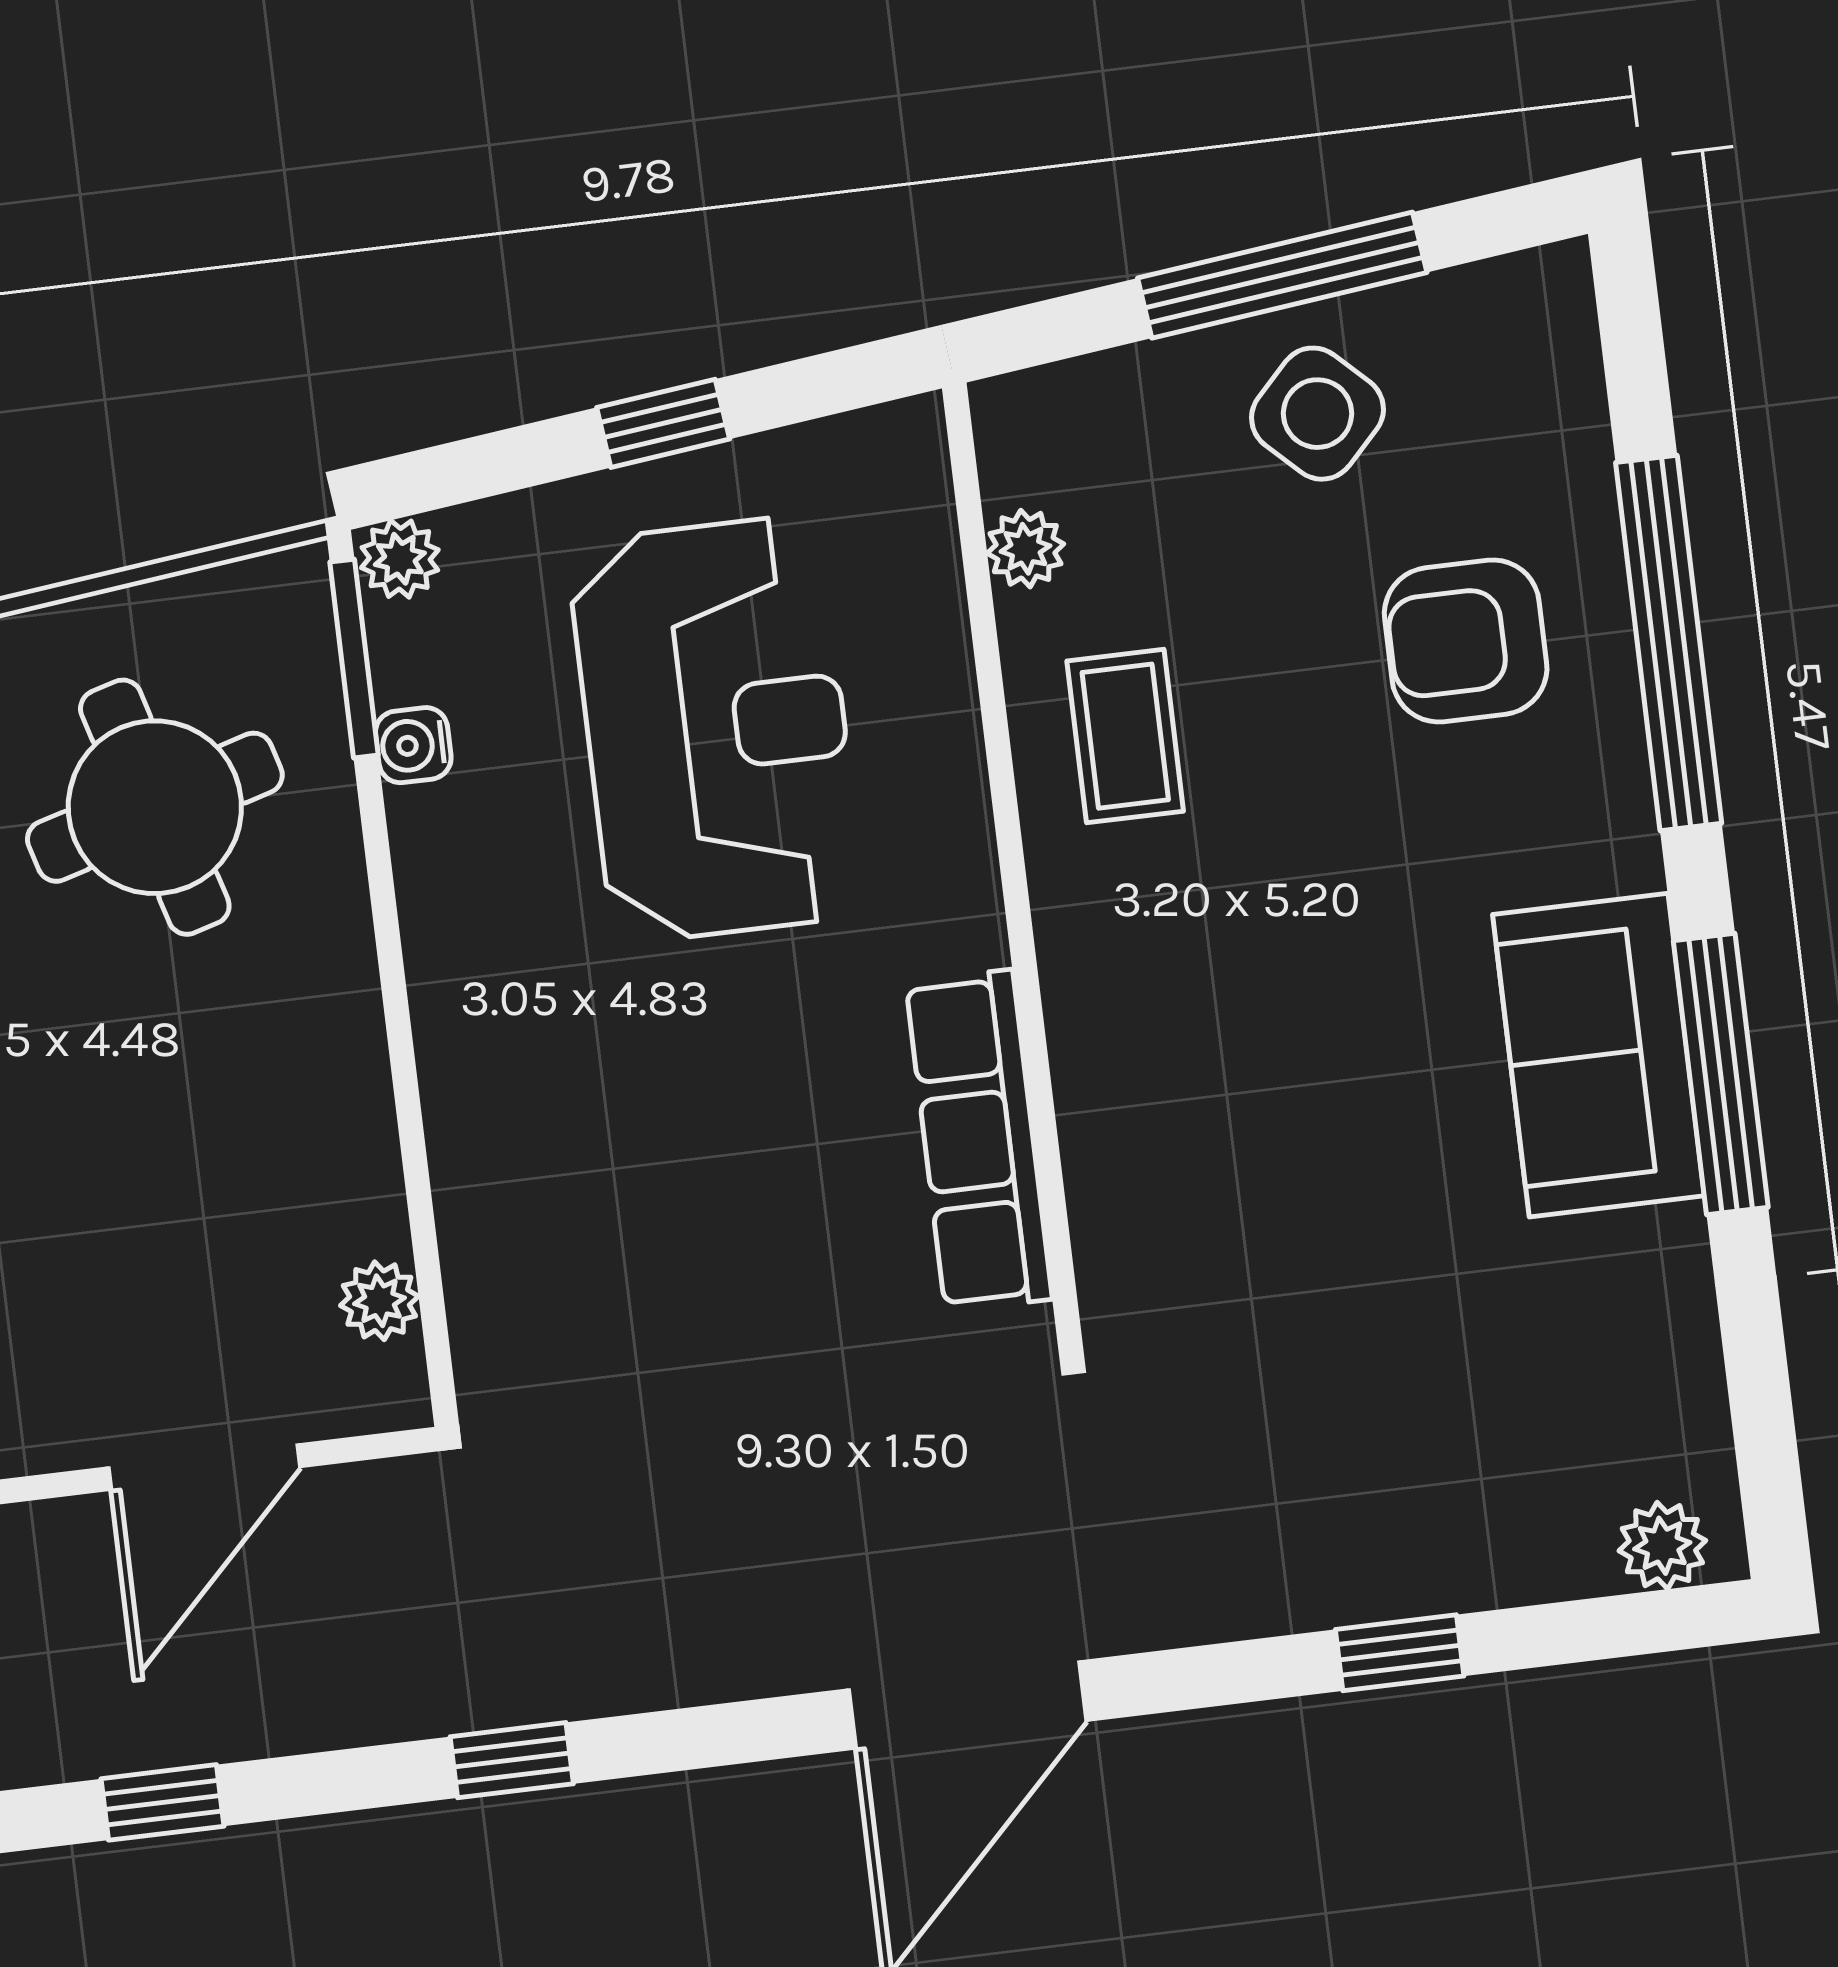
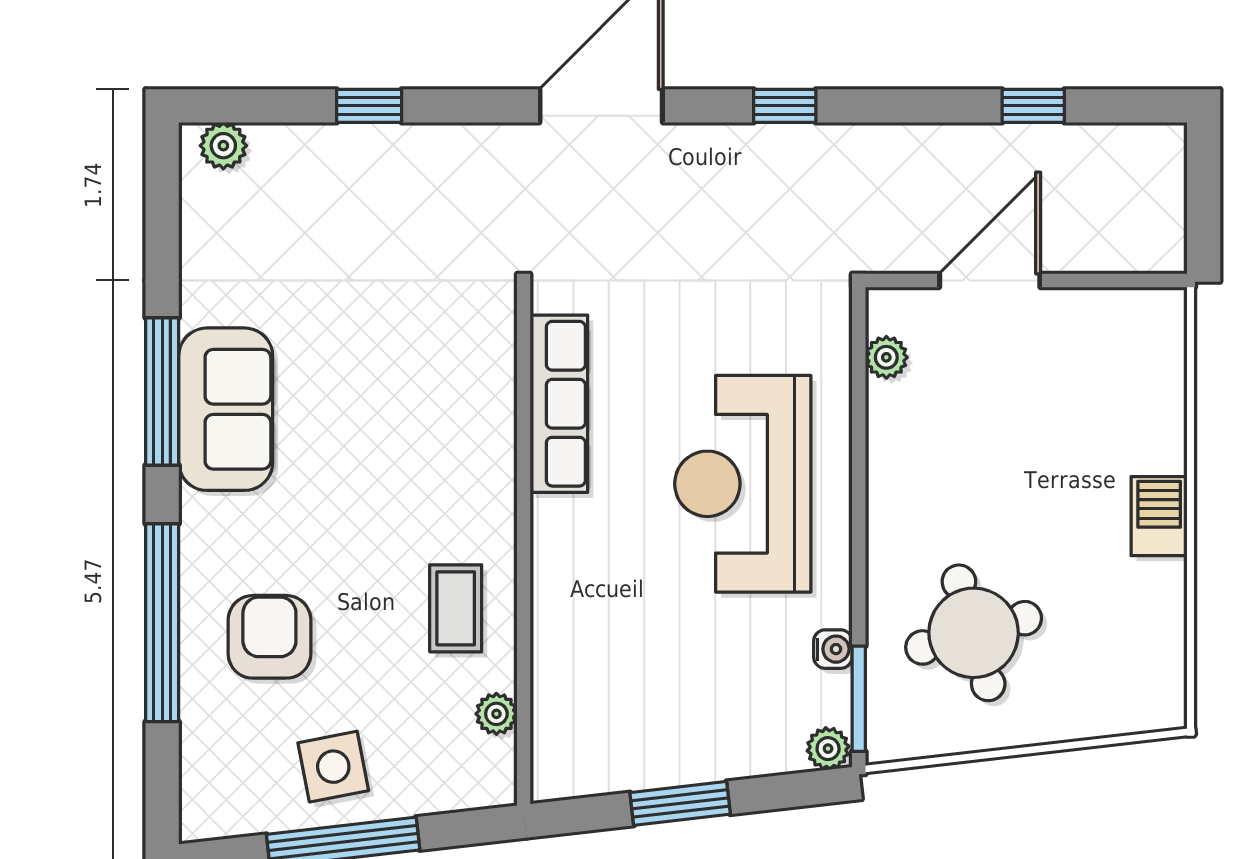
side table: (1318, 414) -> (333, 767), turned 35
window: (663, 423) -> (680, 803), width x1.50
armchair: (1466, 641) -> (269, 637), turned -90
reception desk: (716, 729) -> (743, 484), moved
window: (512, 1760) -> (785, 106), moved

